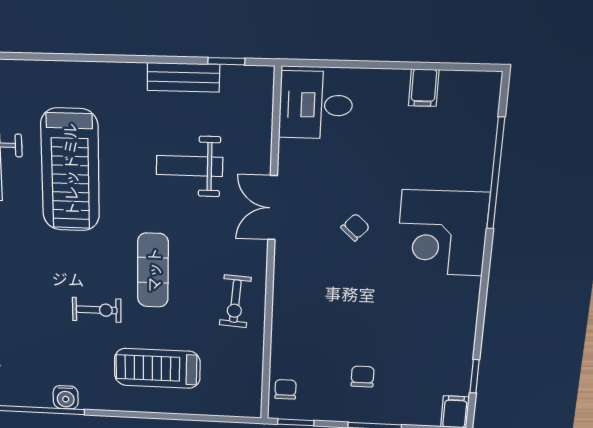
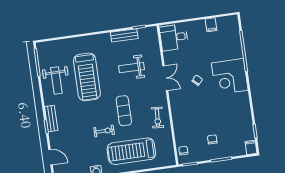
double door: (273, 208) -> (165, 78), swing flipped
treadmill: (157, 368) -> (131, 151), width x1.37, depth x1.38

